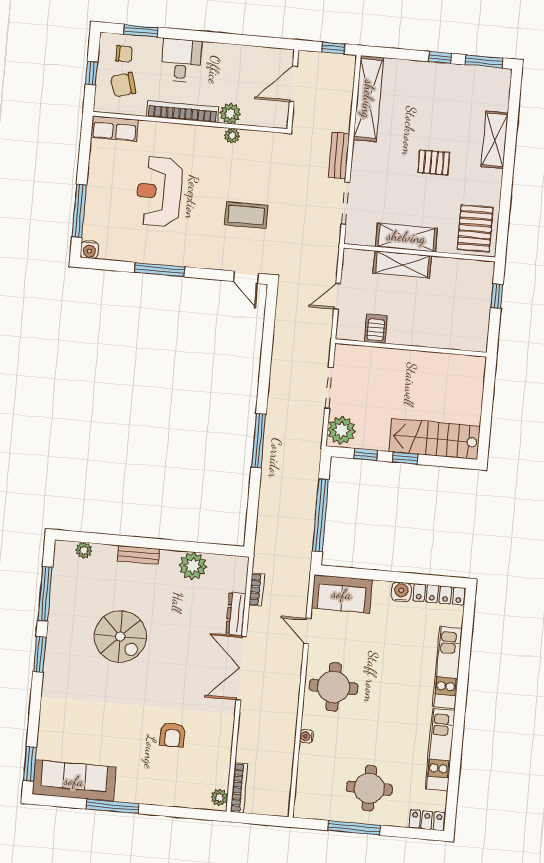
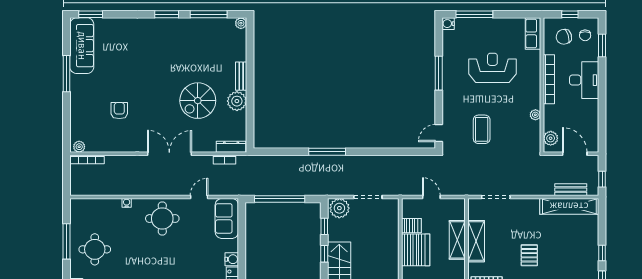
desk: (181, 60) -> (584, 80), width x1.37
chair: (123, 85) -> (564, 37), turned -91
plant: (230, 114) -> (551, 138), moved
bench: (339, 156) -> (571, 190), moved
server rack: (411, 326) -> (416, 250), added
plant: (84, 550) -> (241, 23), moved
plant: (193, 566) -> (237, 101), moved
dresser: (236, 614) -> (231, 147), moved
spiral stairs: (120, 636) -> (198, 101), moved
armchair: (173, 735) -> (119, 111), turned 90

